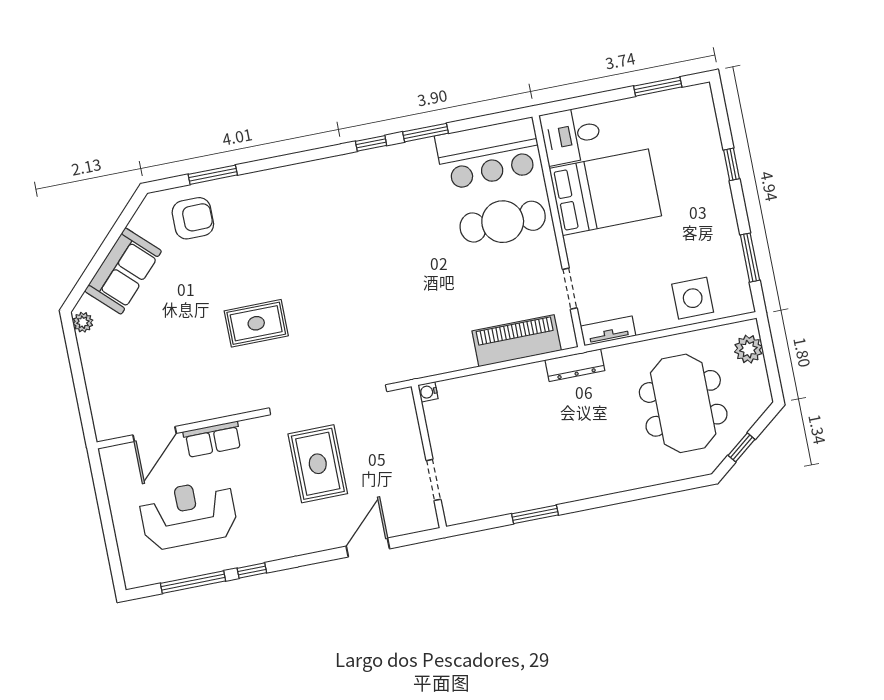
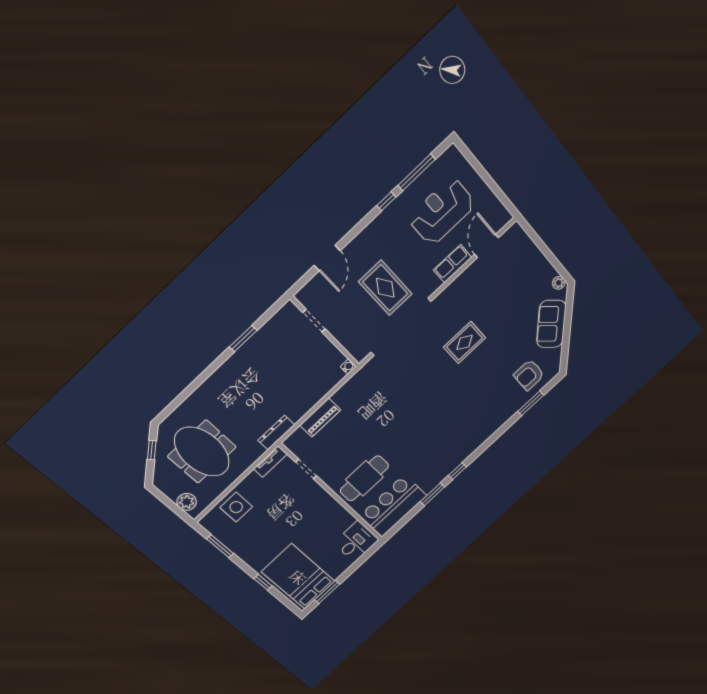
bed: (605, 192) -> (298, 577), moved, turned 90
piano: (517, 341) -> (320, 418), width x0.73, depth x0.75
reception desk: (188, 515) -> (442, 211), turned 180

